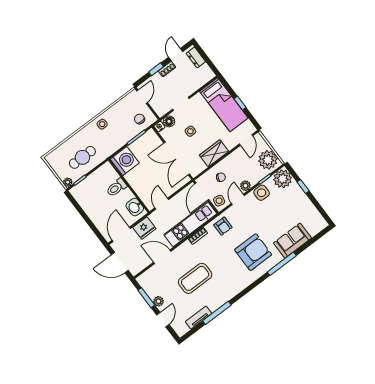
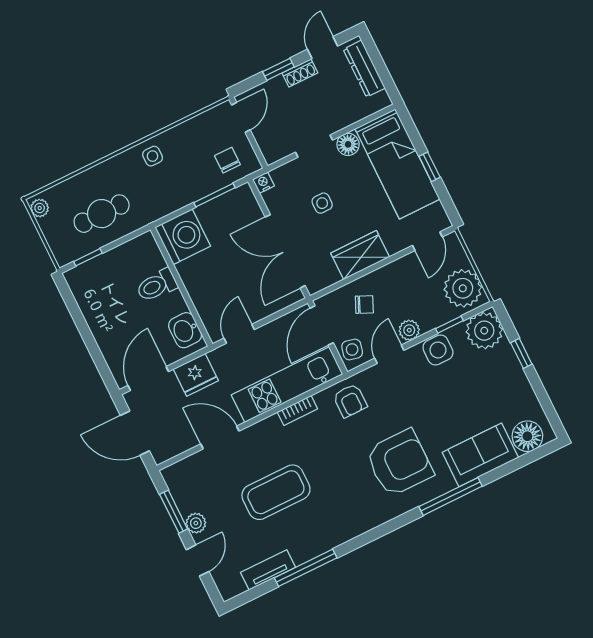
dresser: (196, 58) -> (364, 69), width x1.44
floor lamp: (169, 121) -> (348, 144), moved
plant: (68, 182) -> (40, 208), moved
floor lamp: (314, 227) -> (527, 436), added

